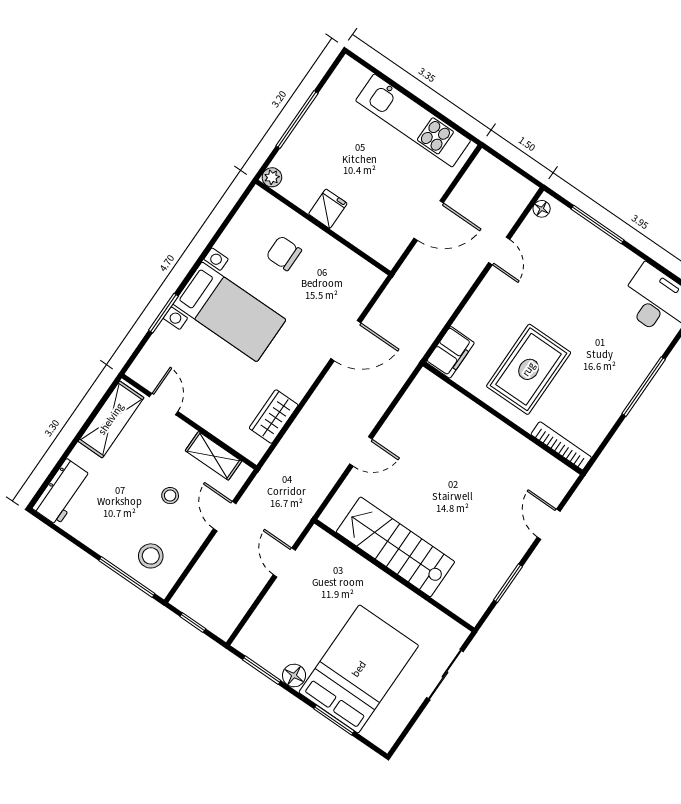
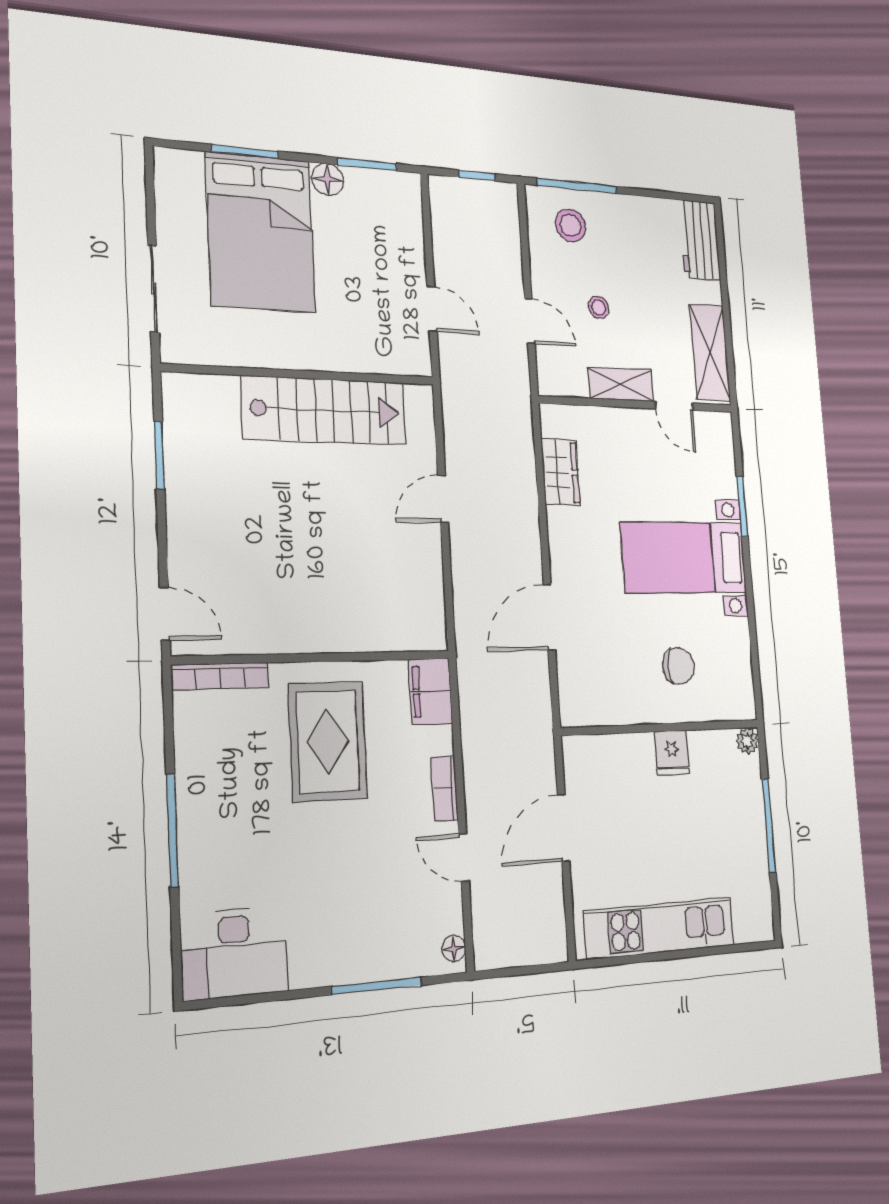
bookcase: (482, 295) -> (445, 788), added
shelving: (213, 456) -> (621, 384), moved
door: (549, 524) -> (165, 614), moved

